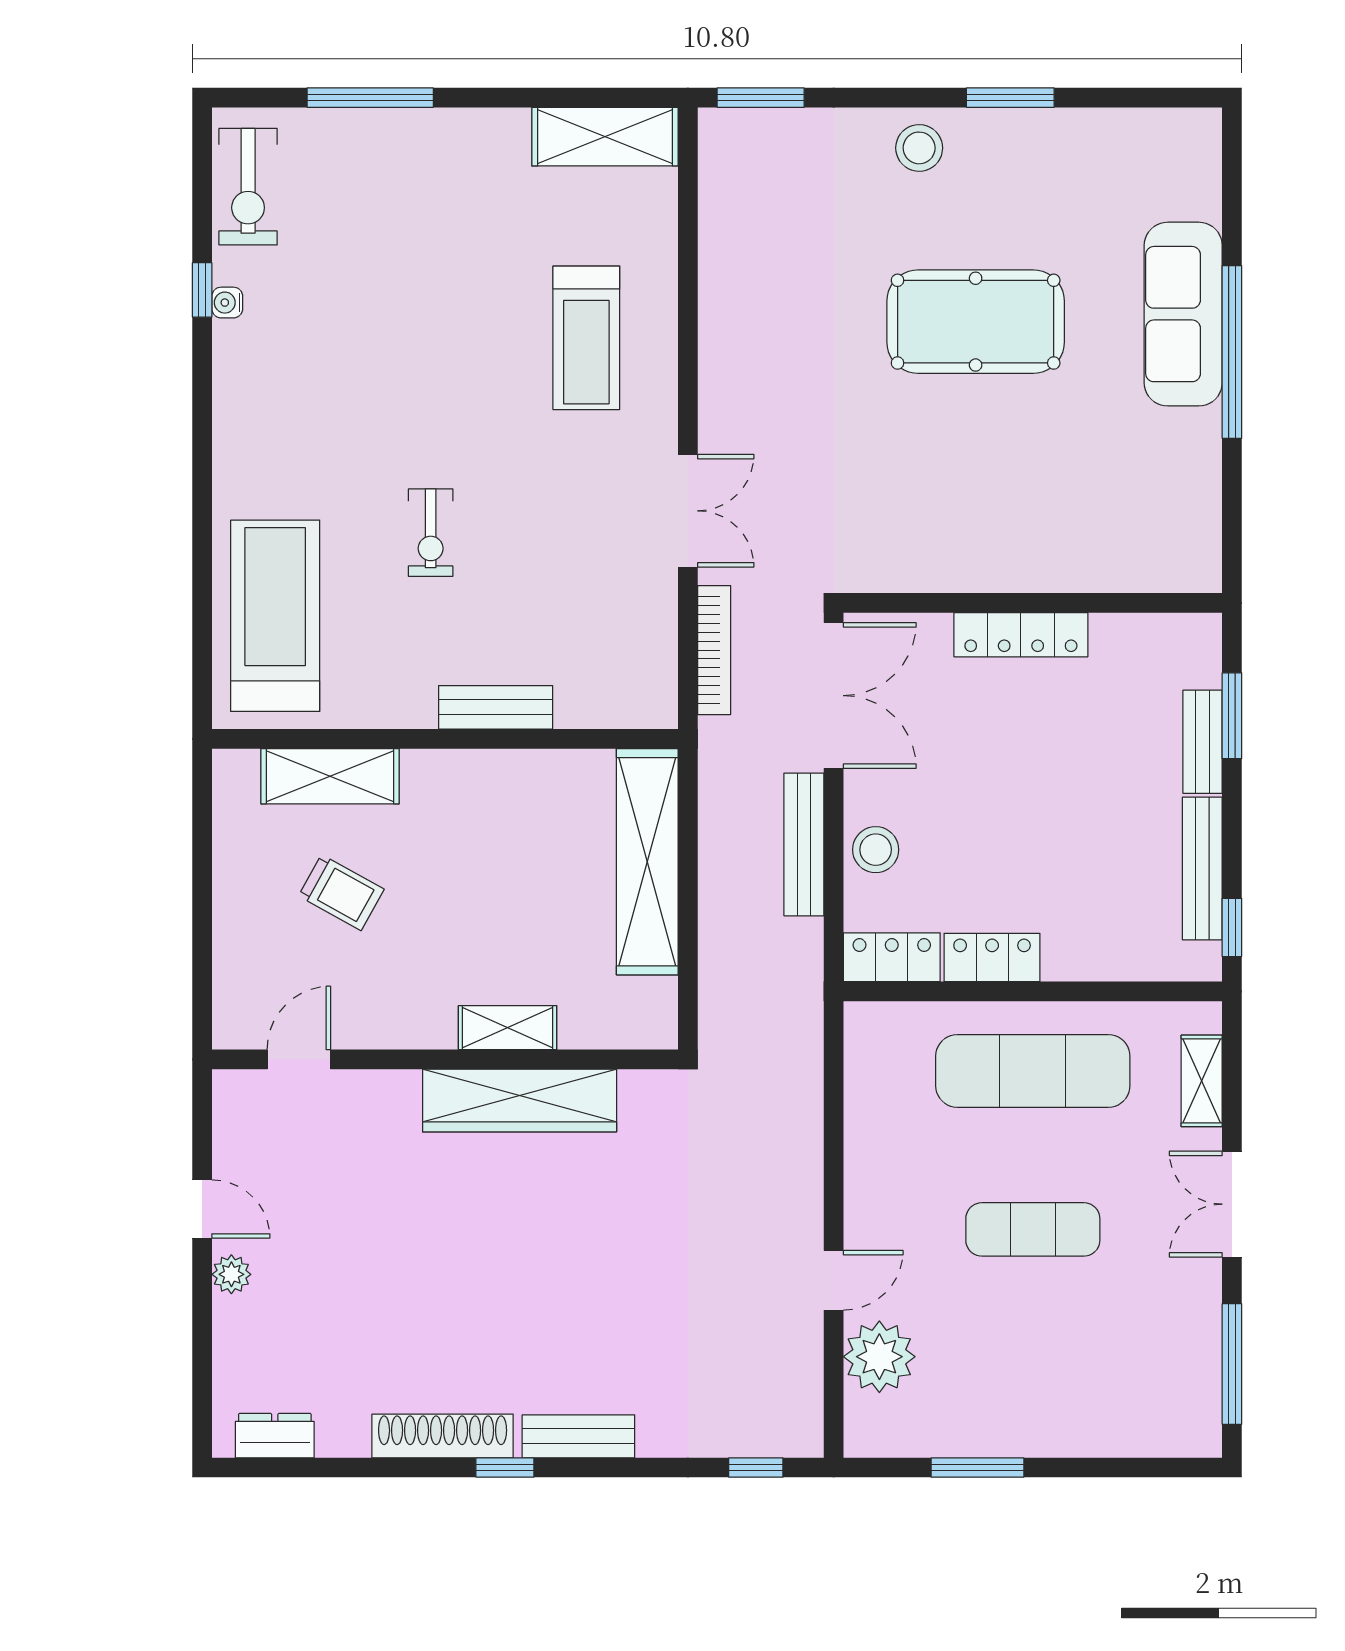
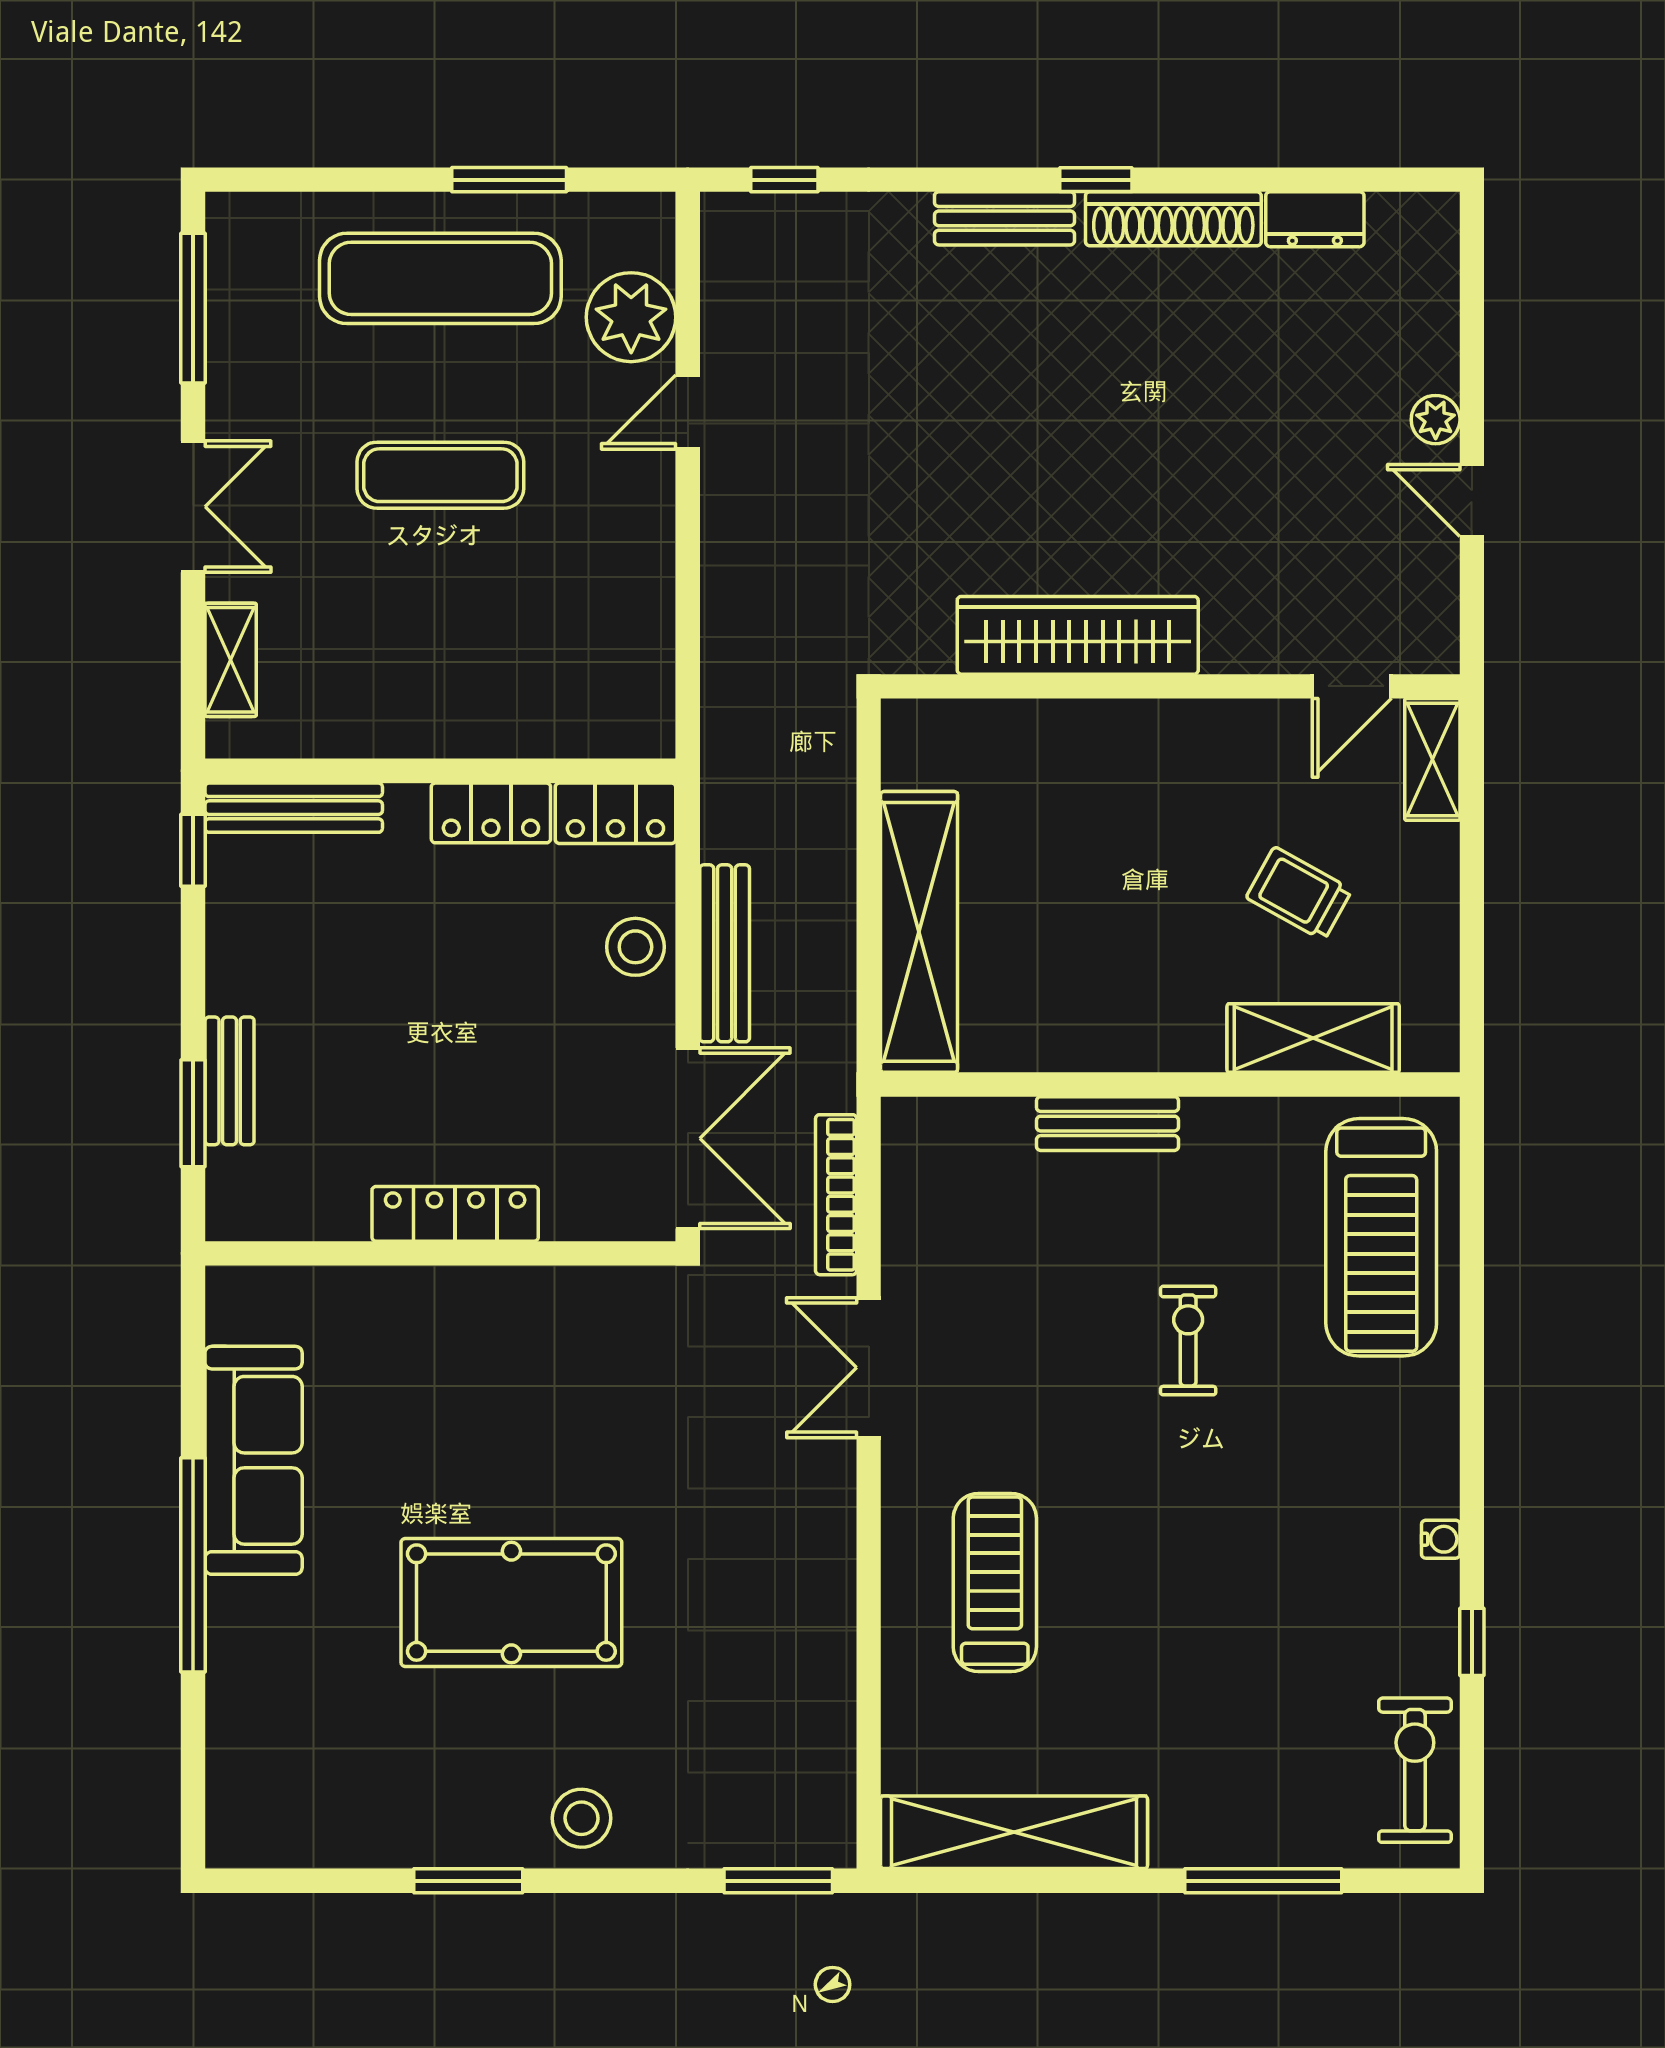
shelving: (605, 137) -> (1014, 1832), width x1.47
water cooler: (227, 303) -> (1441, 1539), moved
sofa: (1183, 314) -> (254, 1460), moved
double door: (834, 696) -> (688, 1138), swing flipped
bench: (1202, 869) -> (294, 808), moved, turned 90
shelving: (508, 1028) -> (1432, 759), moved, turned 90
exercise mat: (1033, 1071) -> (440, 278), moved
dresser: (275, 1436) -> (1315, 219), moved

